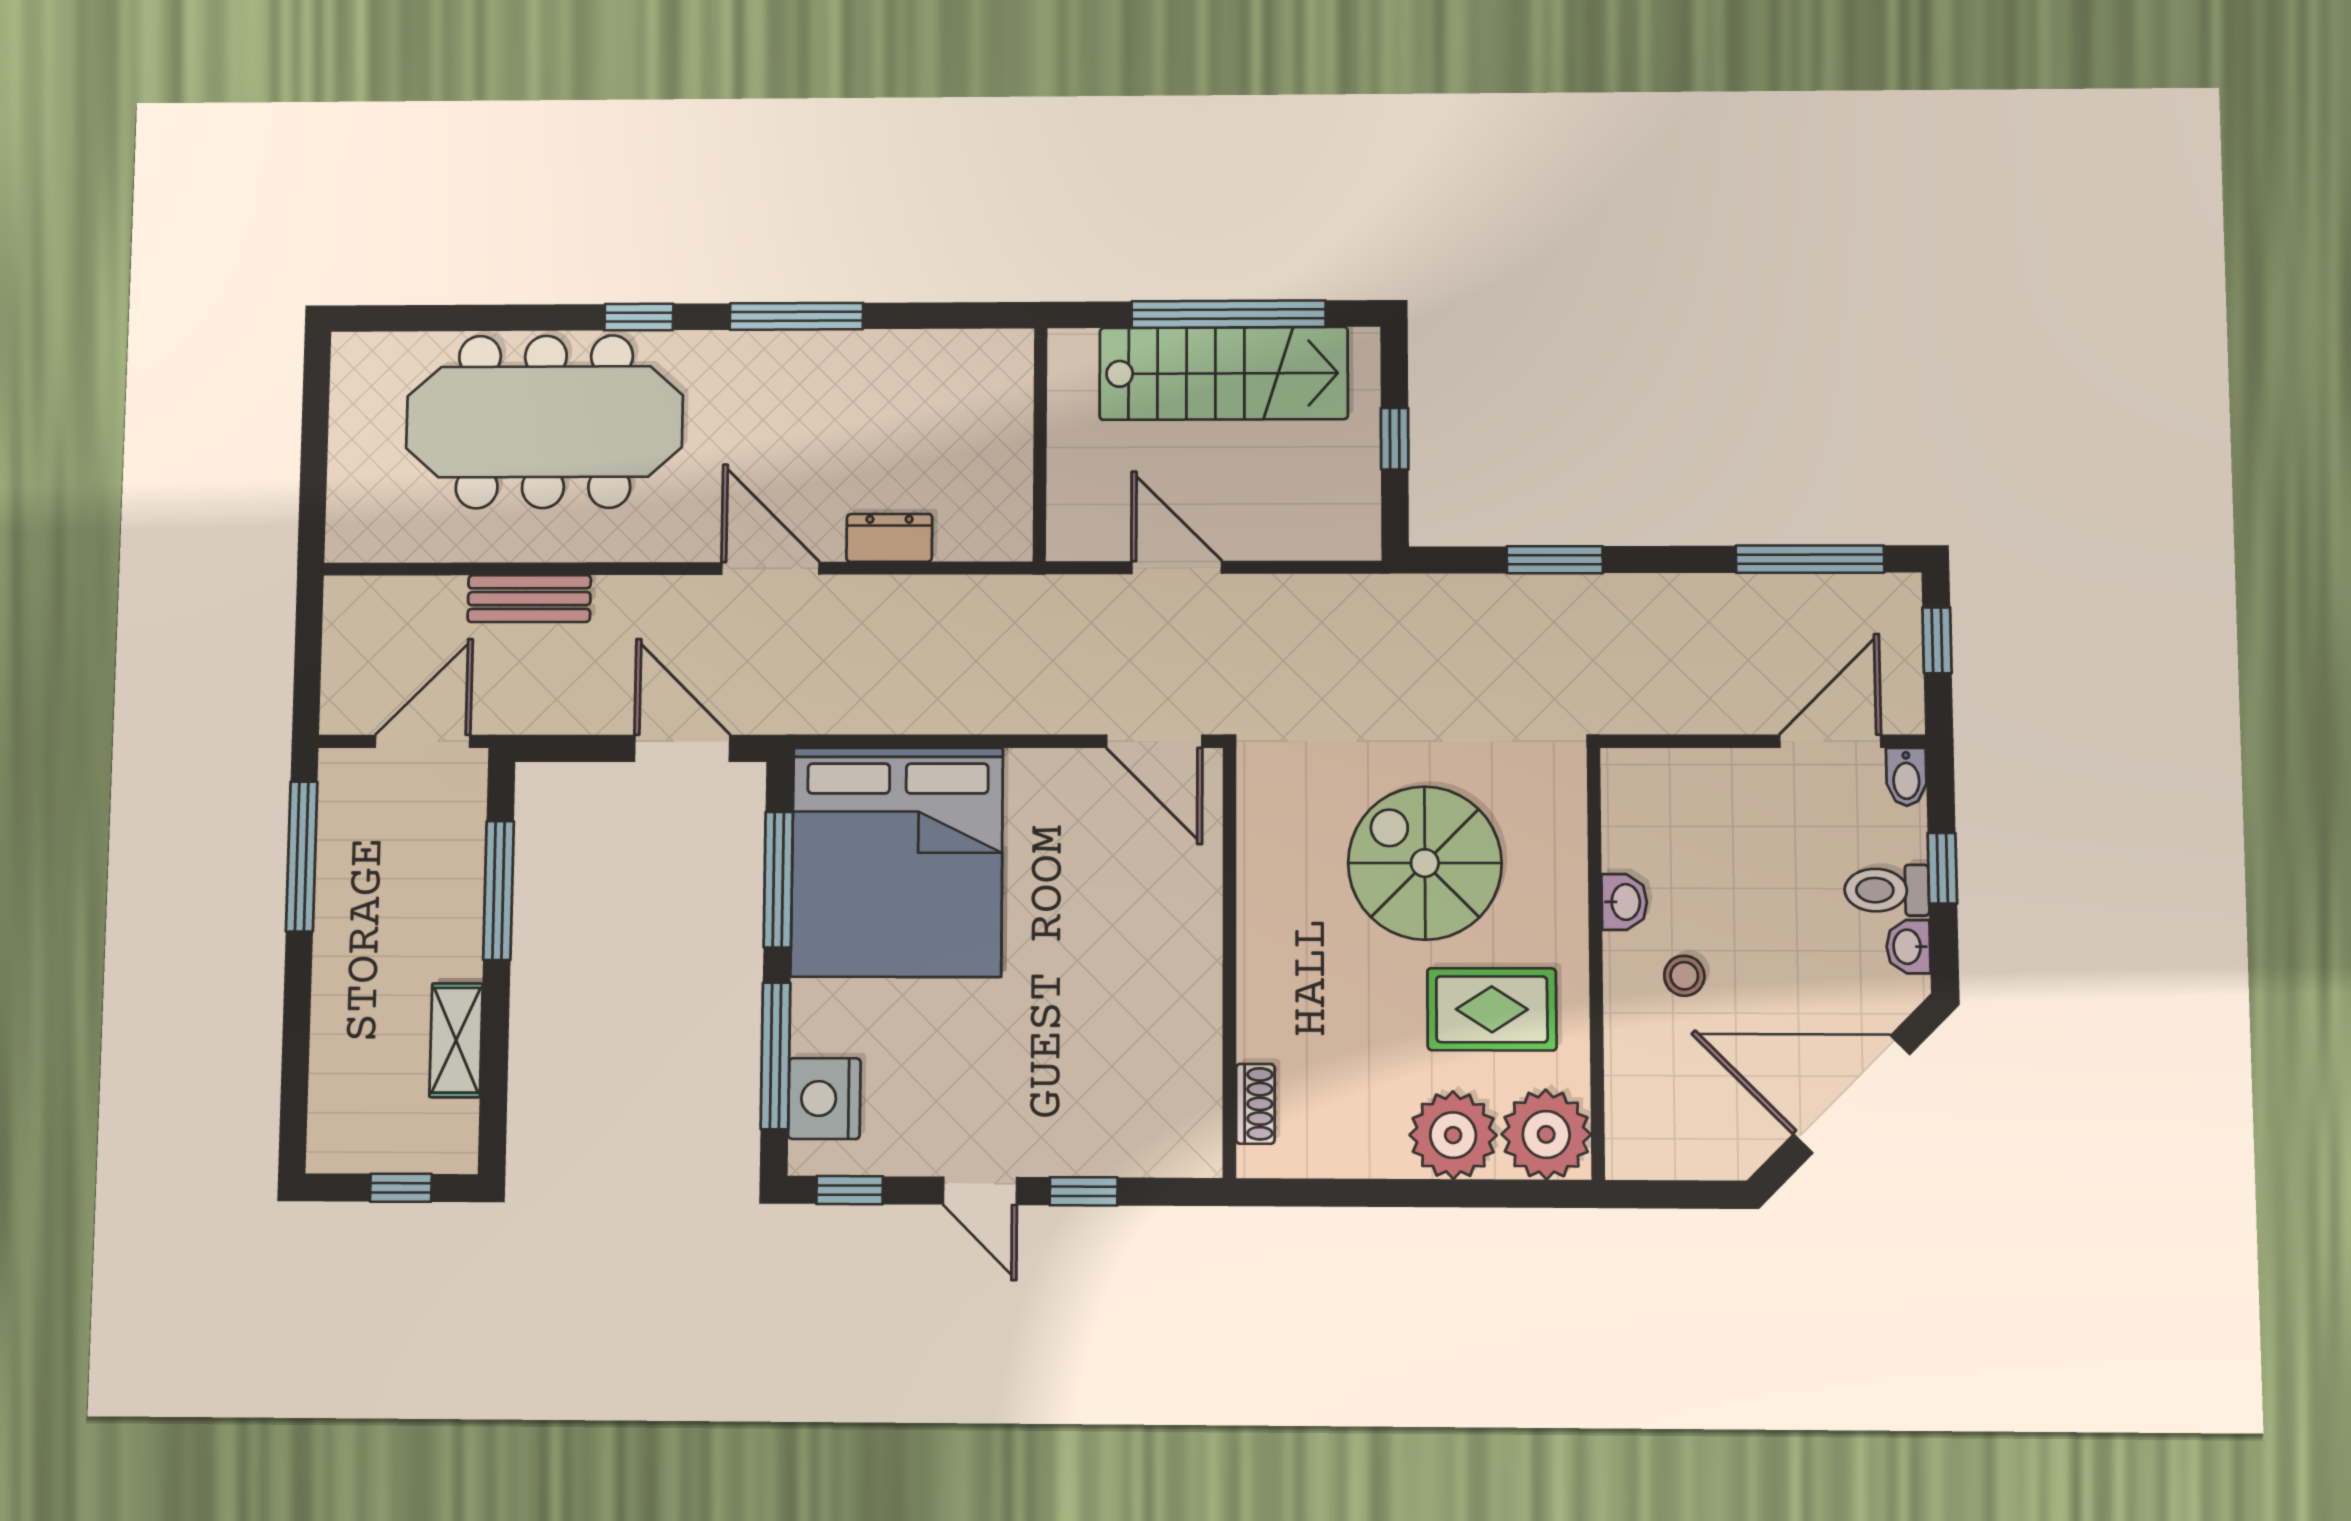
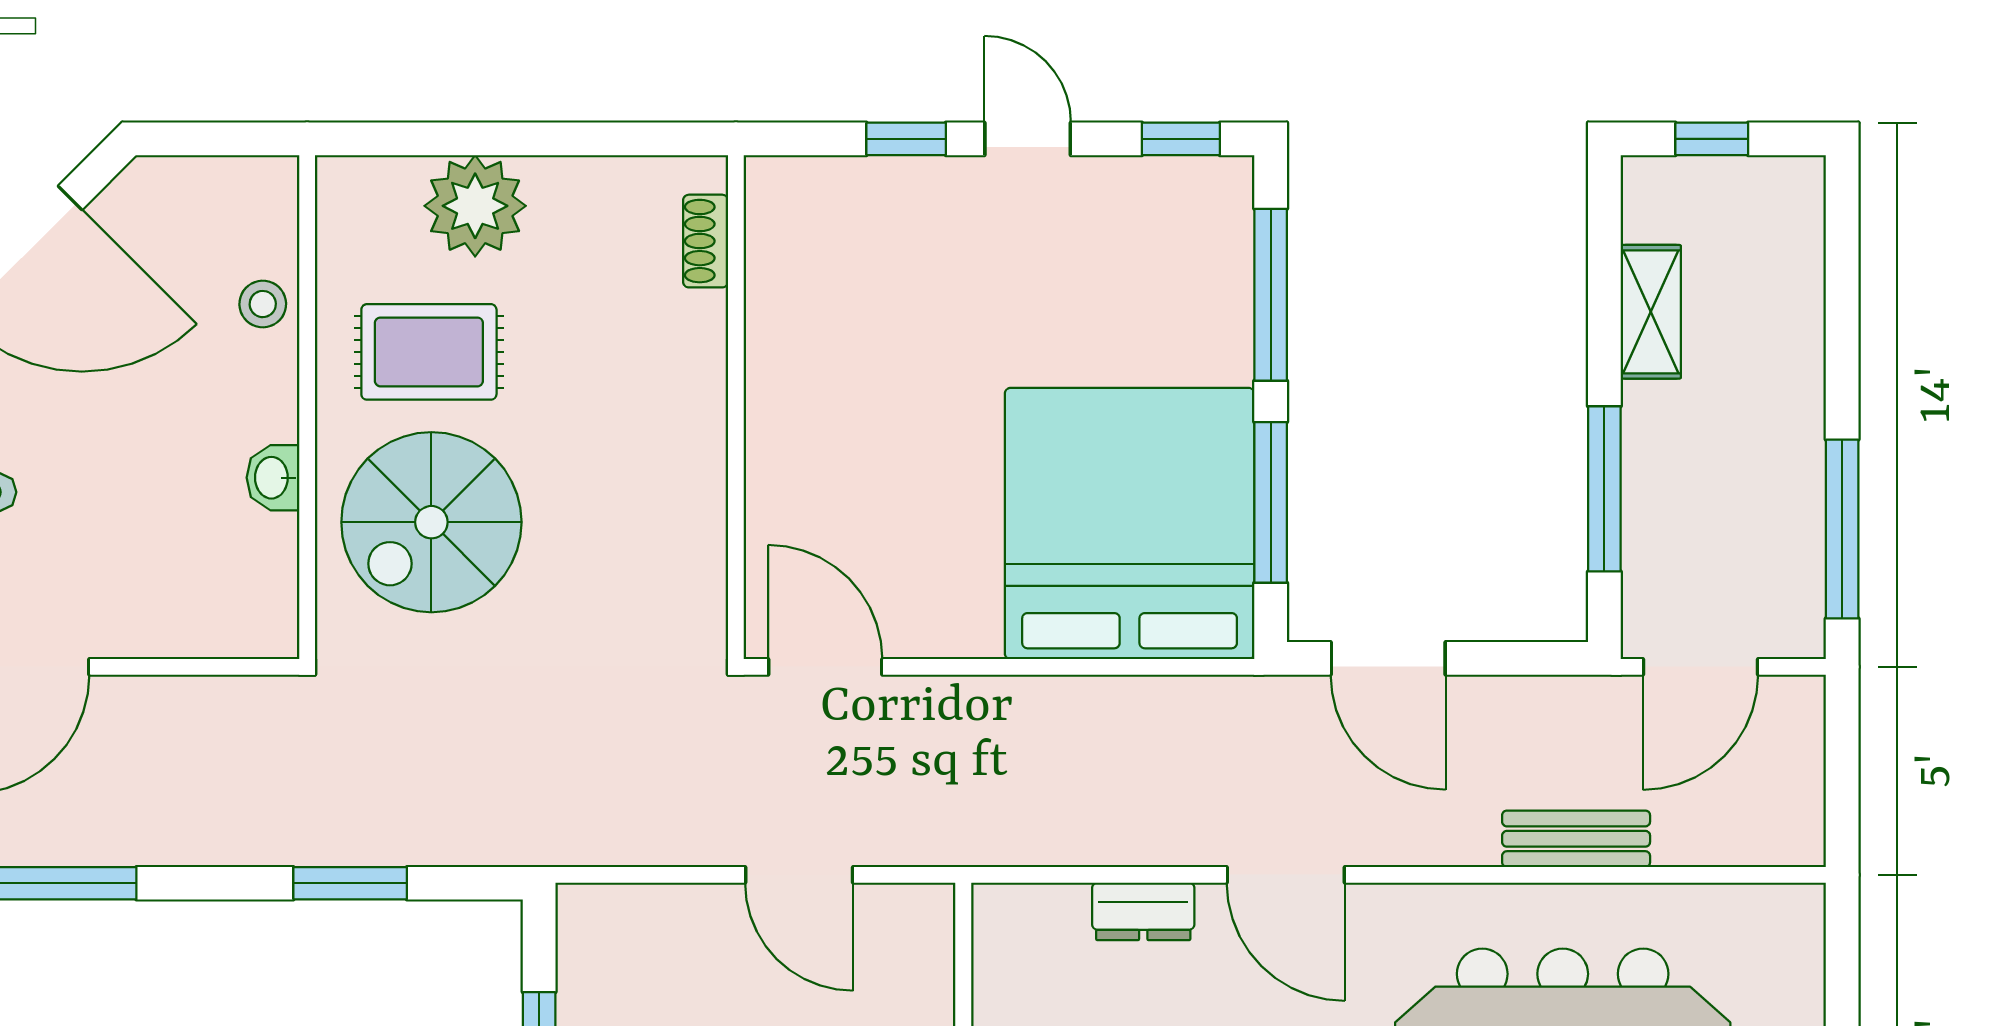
spiral stairs: (1425, 863) -> (431, 522), moved, turned 90
stool: (1684, 976) -> (263, 304), moved
nightstand: (824, 1099) -> (1212, 245), removed
plant: (1546, 1134) -> (367, 207), removed

